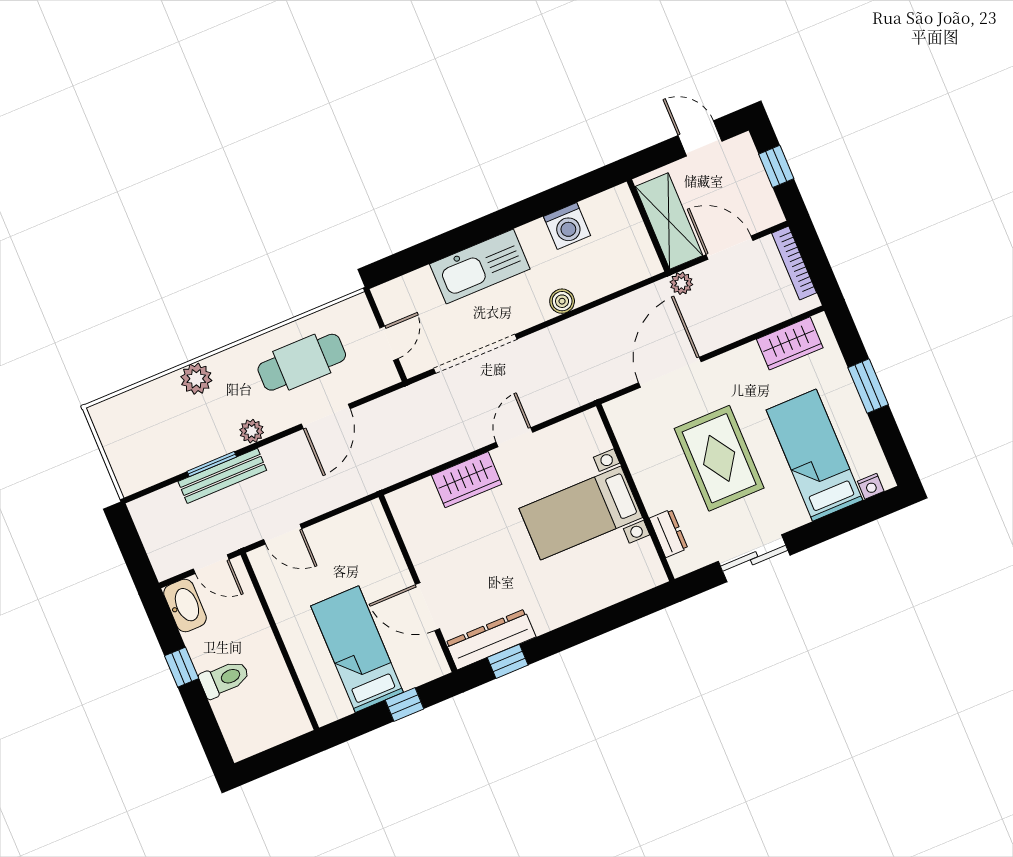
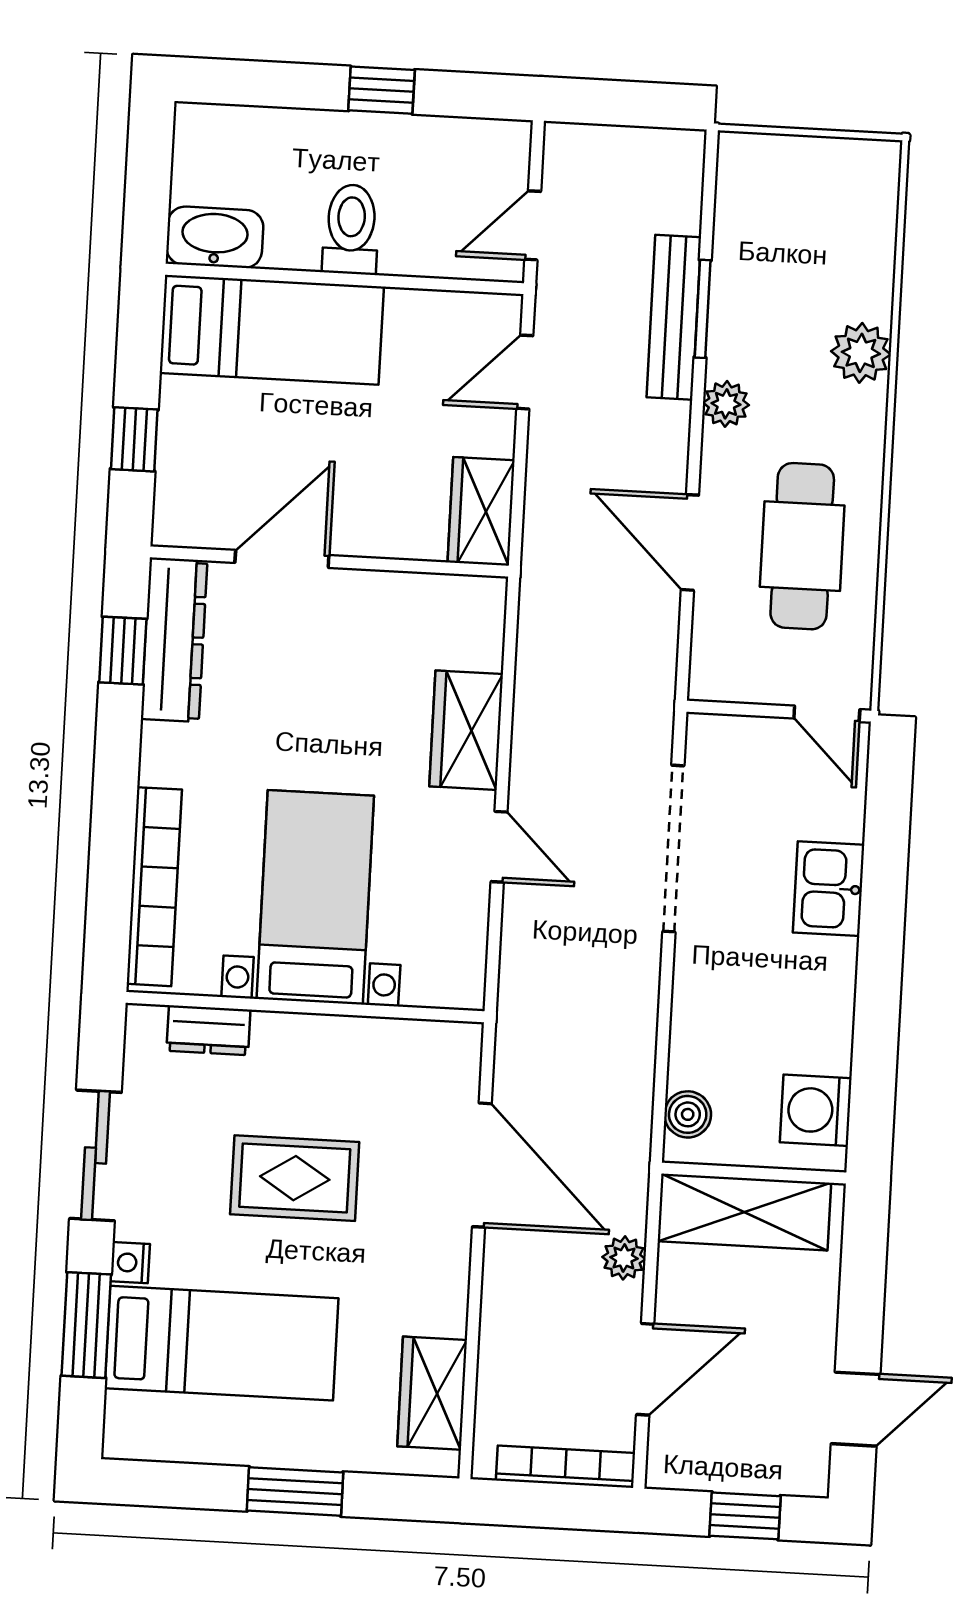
shelving: (669, 221) -> (744, 1212), moved
wall: (648, 225) -> (754, 1173), moved
kitchen sink: (480, 267) -> (829, 889), width x0.53, depth x0.81
boiler: (562, 301) -> (688, 1114), moved
door: (389, 343) -> (827, 714), moved
rug: (719, 458) -> (295, 1178), width x0.73, depth x0.70
nightstand: (871, 486) -> (130, 1263), moved
wardrobe: (359, 523) -> (481, 511), added
window: (837, 524) -> (86, 1325), added
bookcase: (613, 592) -> (154, 887), added
washbasin: (185, 605) -> (215, 237), moved, turned 180
bed: (357, 649) -> (272, 330), moved
toilet: (224, 679) -> (351, 229), moved, turned 180

